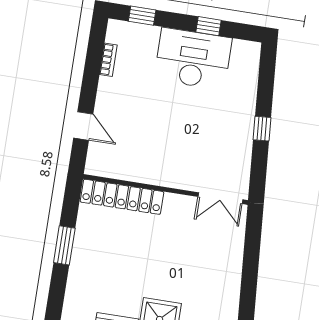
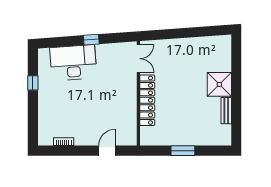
window: (142, 16) -> (33, 125), removed
desk: (193, 59) -> (73, 63), moved, turned 86
locker: (122, 197) -> (147, 100), moved

